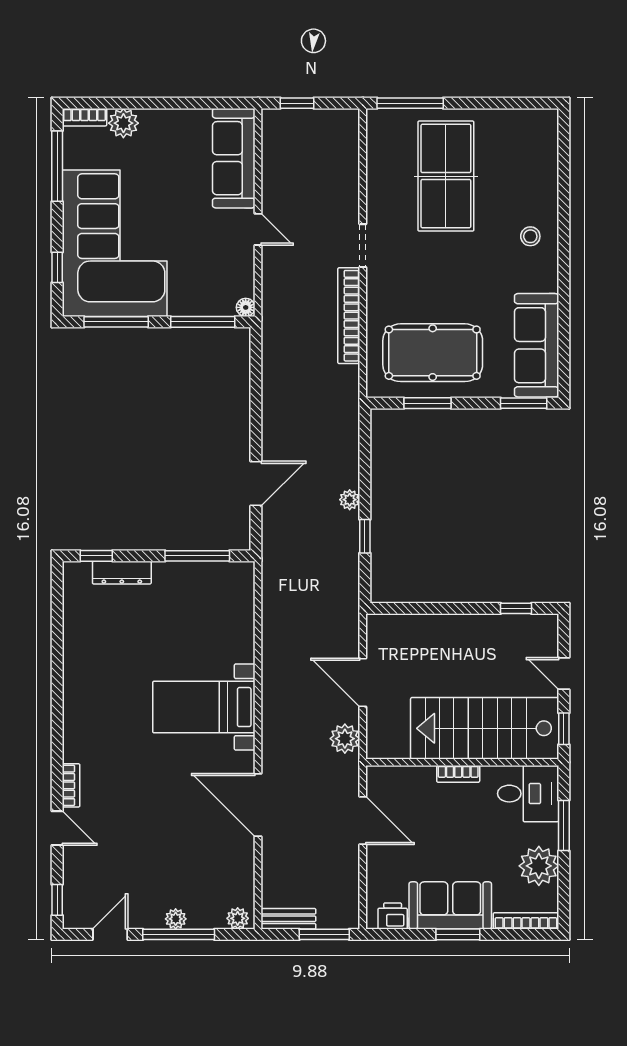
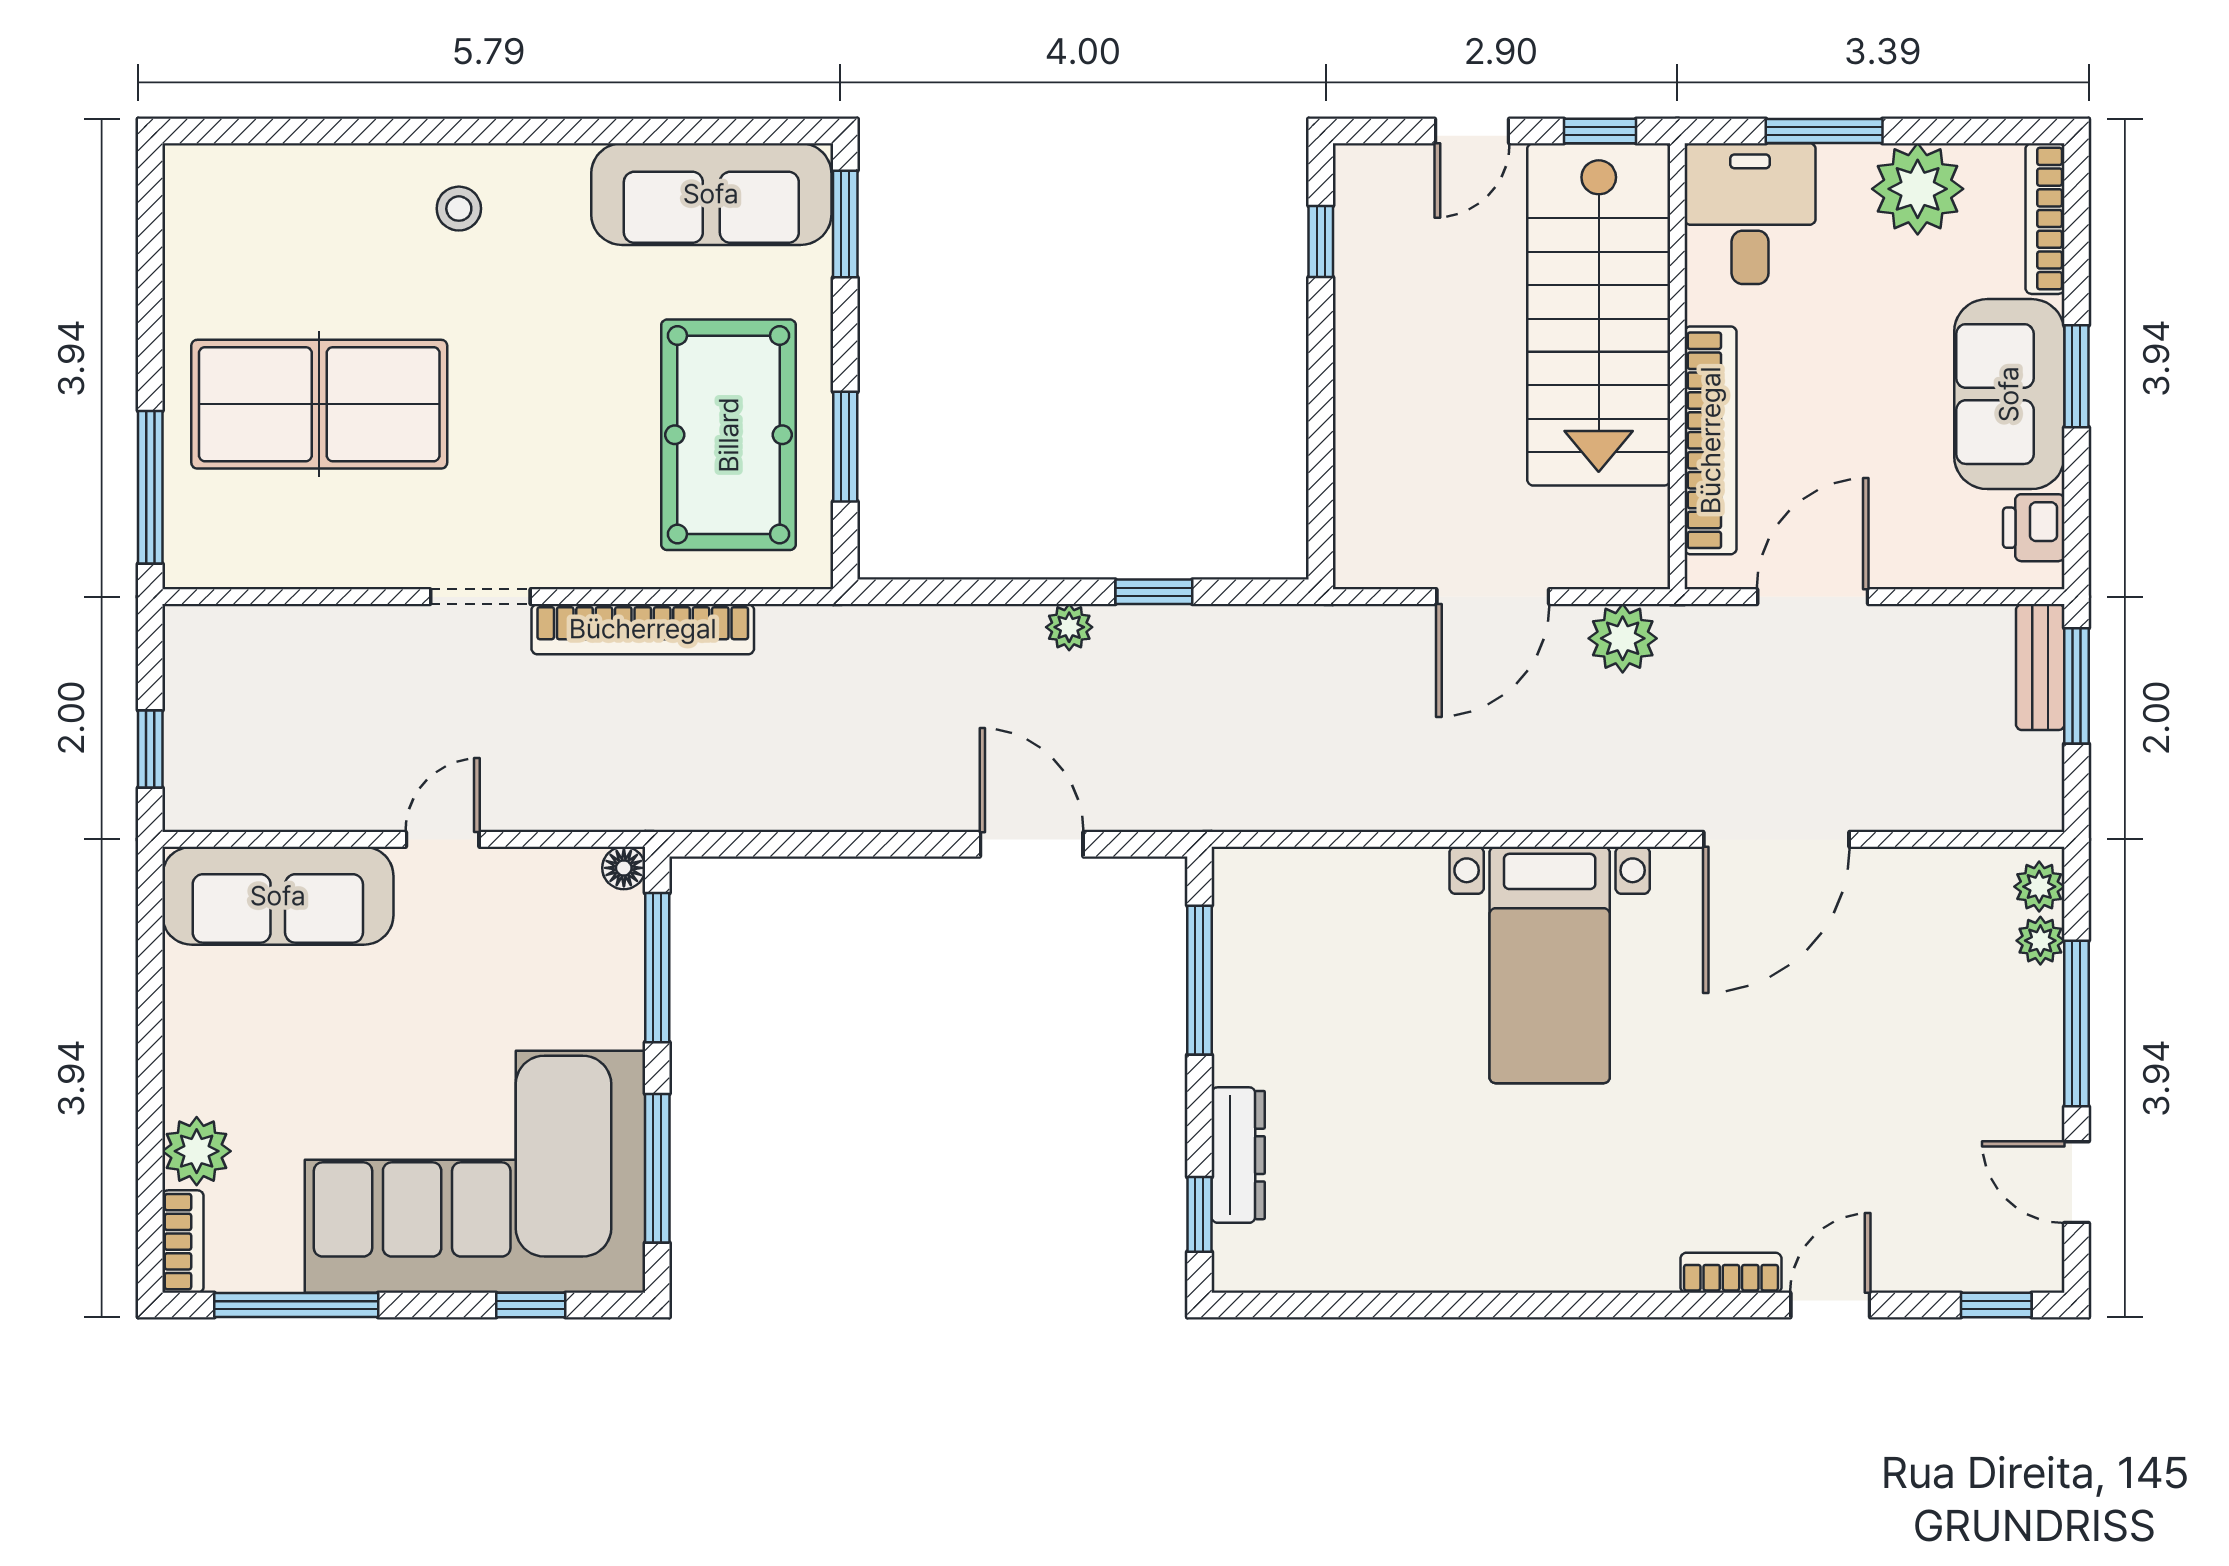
bookcase: (458, 774) -> (1711, 440), width x2.31, depth x1.31
plant: (176, 919) -> (2040, 941), moved
bench: (288, 919) -> (2040, 667), moved

